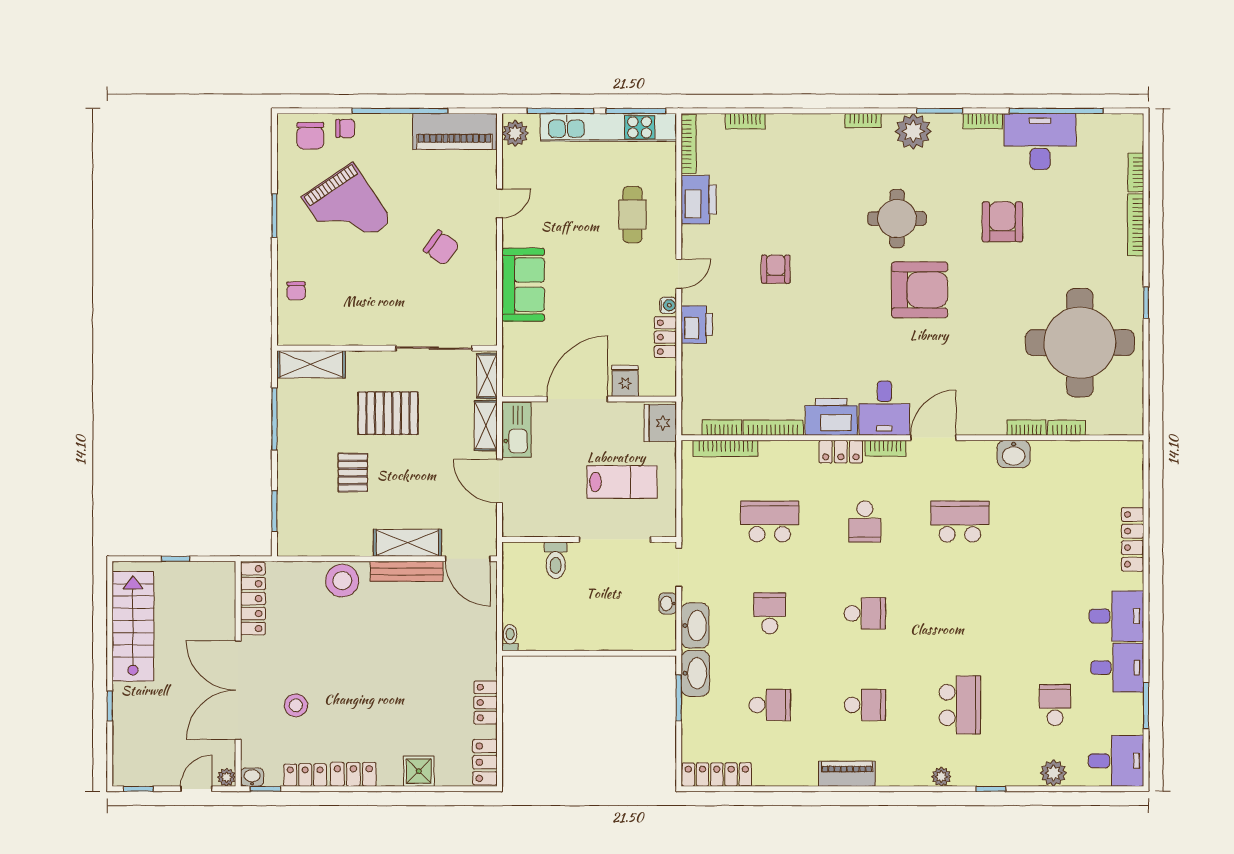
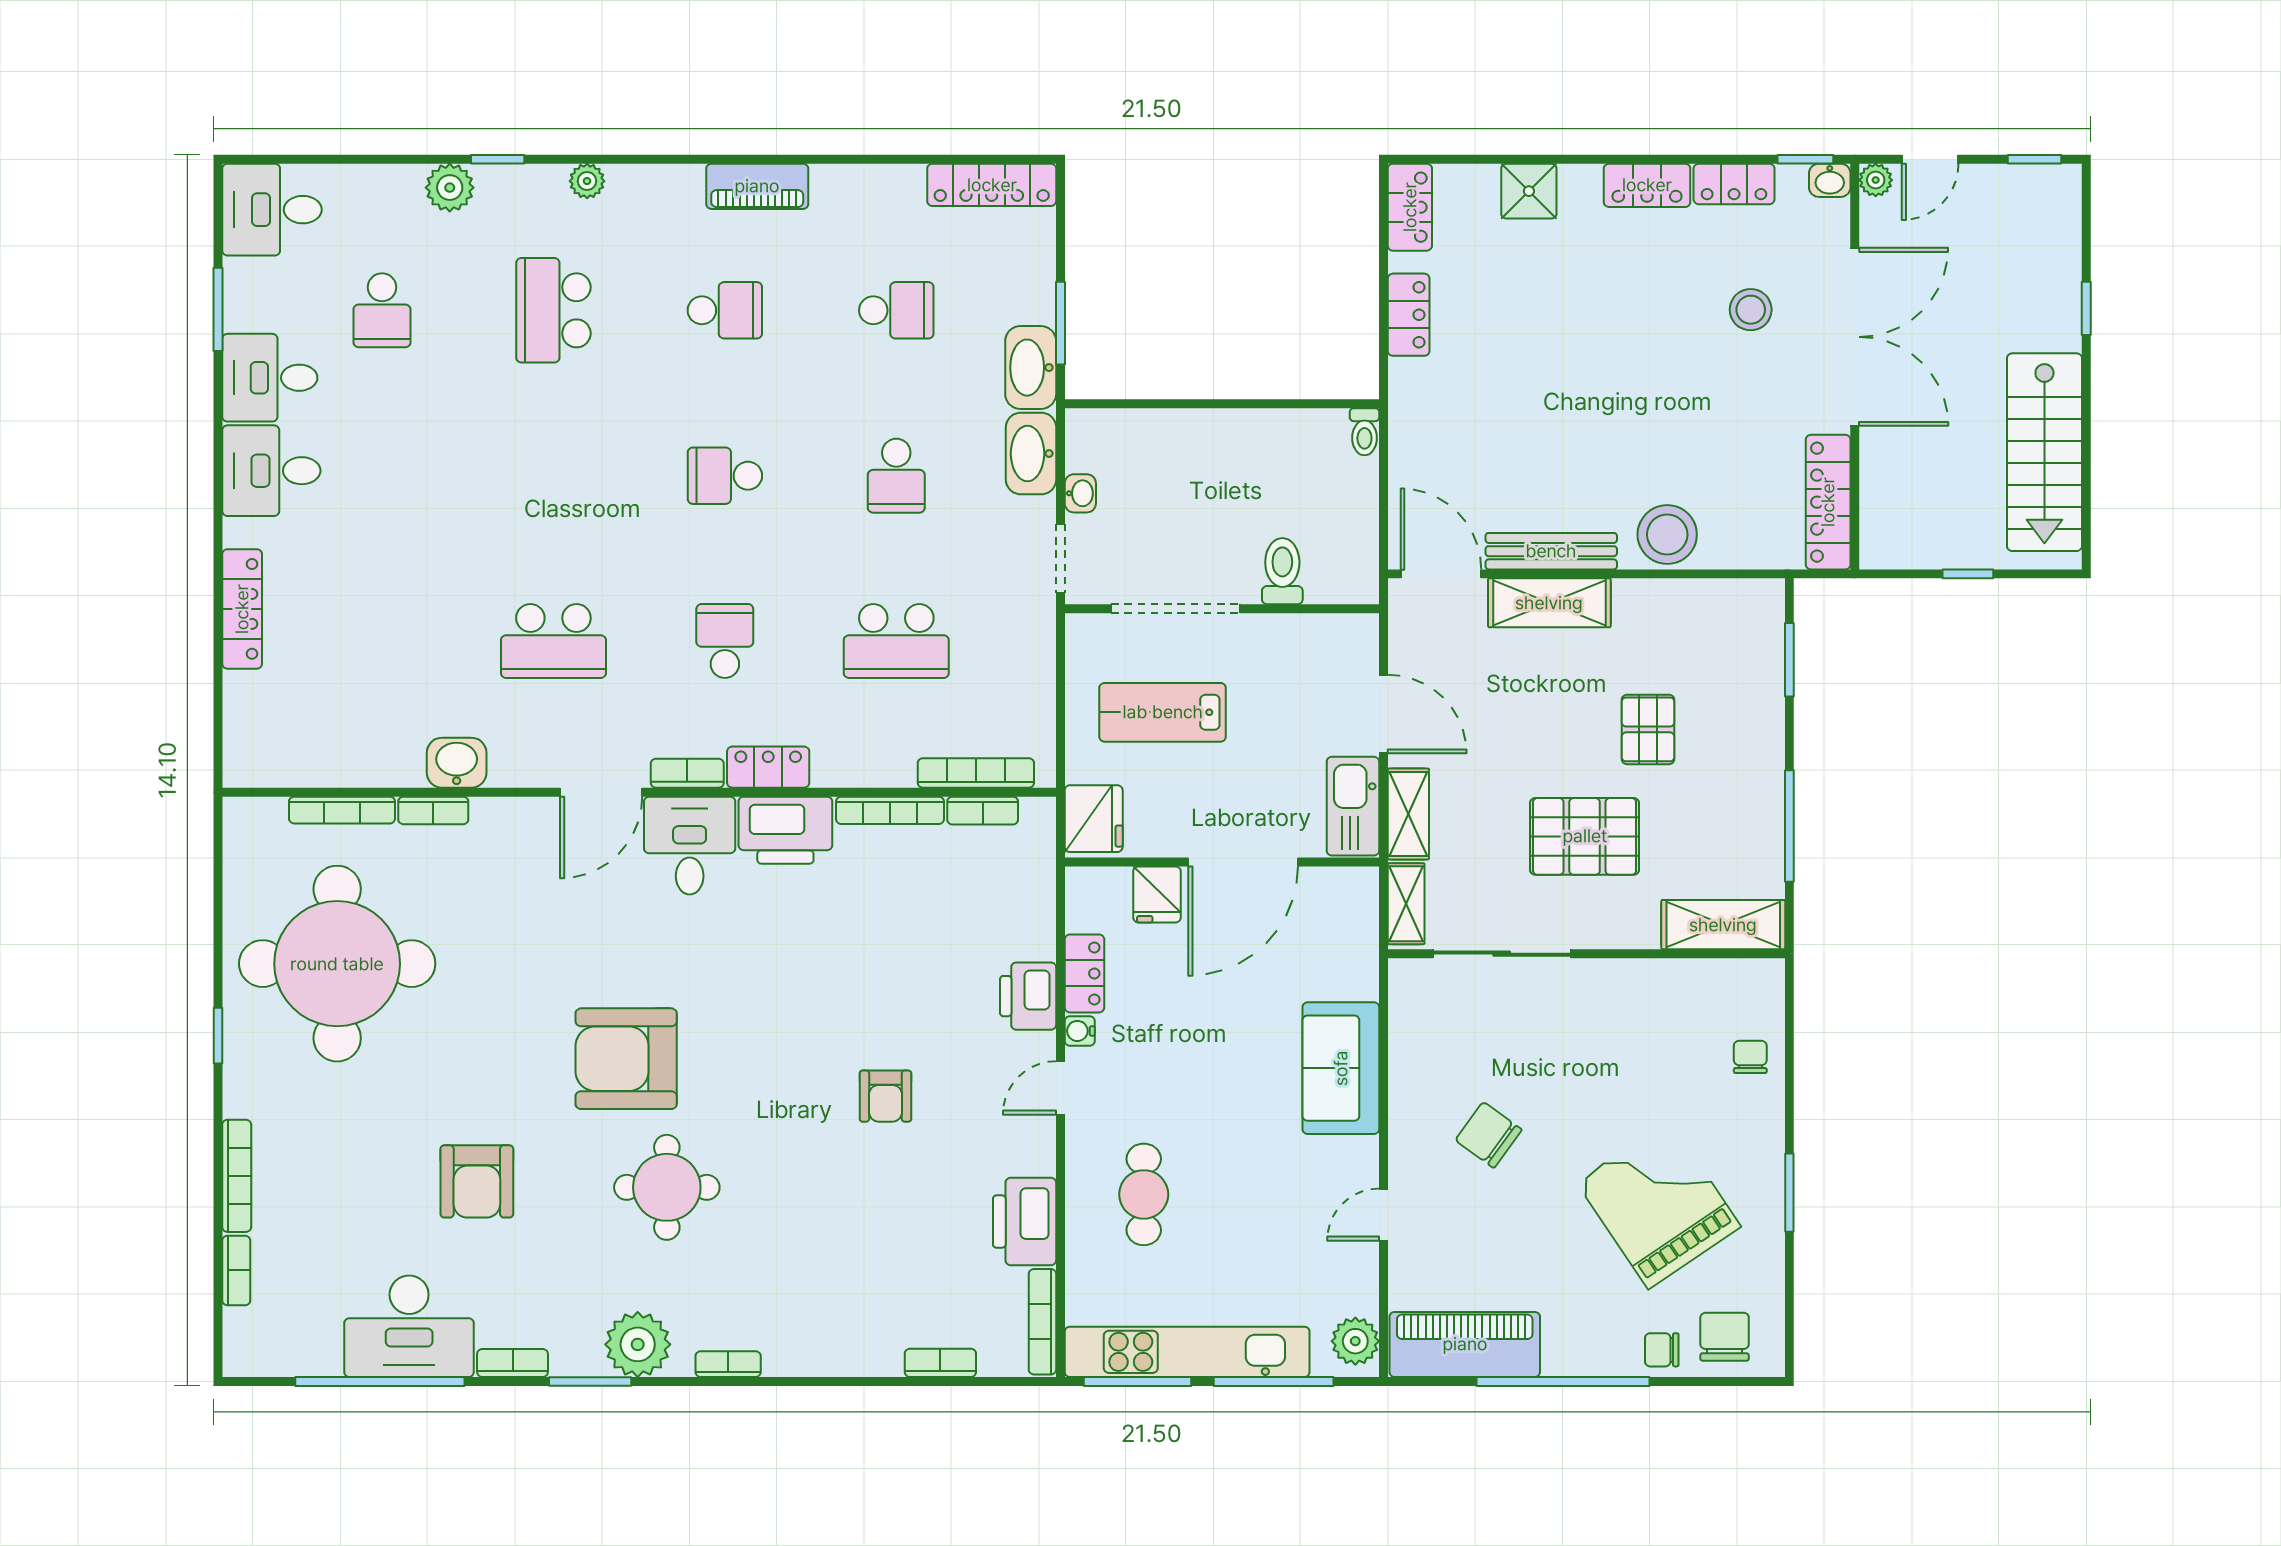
bookcase: (1067, 428) -> (342, 810), width x1.56
school desk: (770, 705) -> (896, 310), turned 180
school desk: (865, 705) -> (725, 310), turned 180
plant: (1053, 773) -> (450, 188), moved

